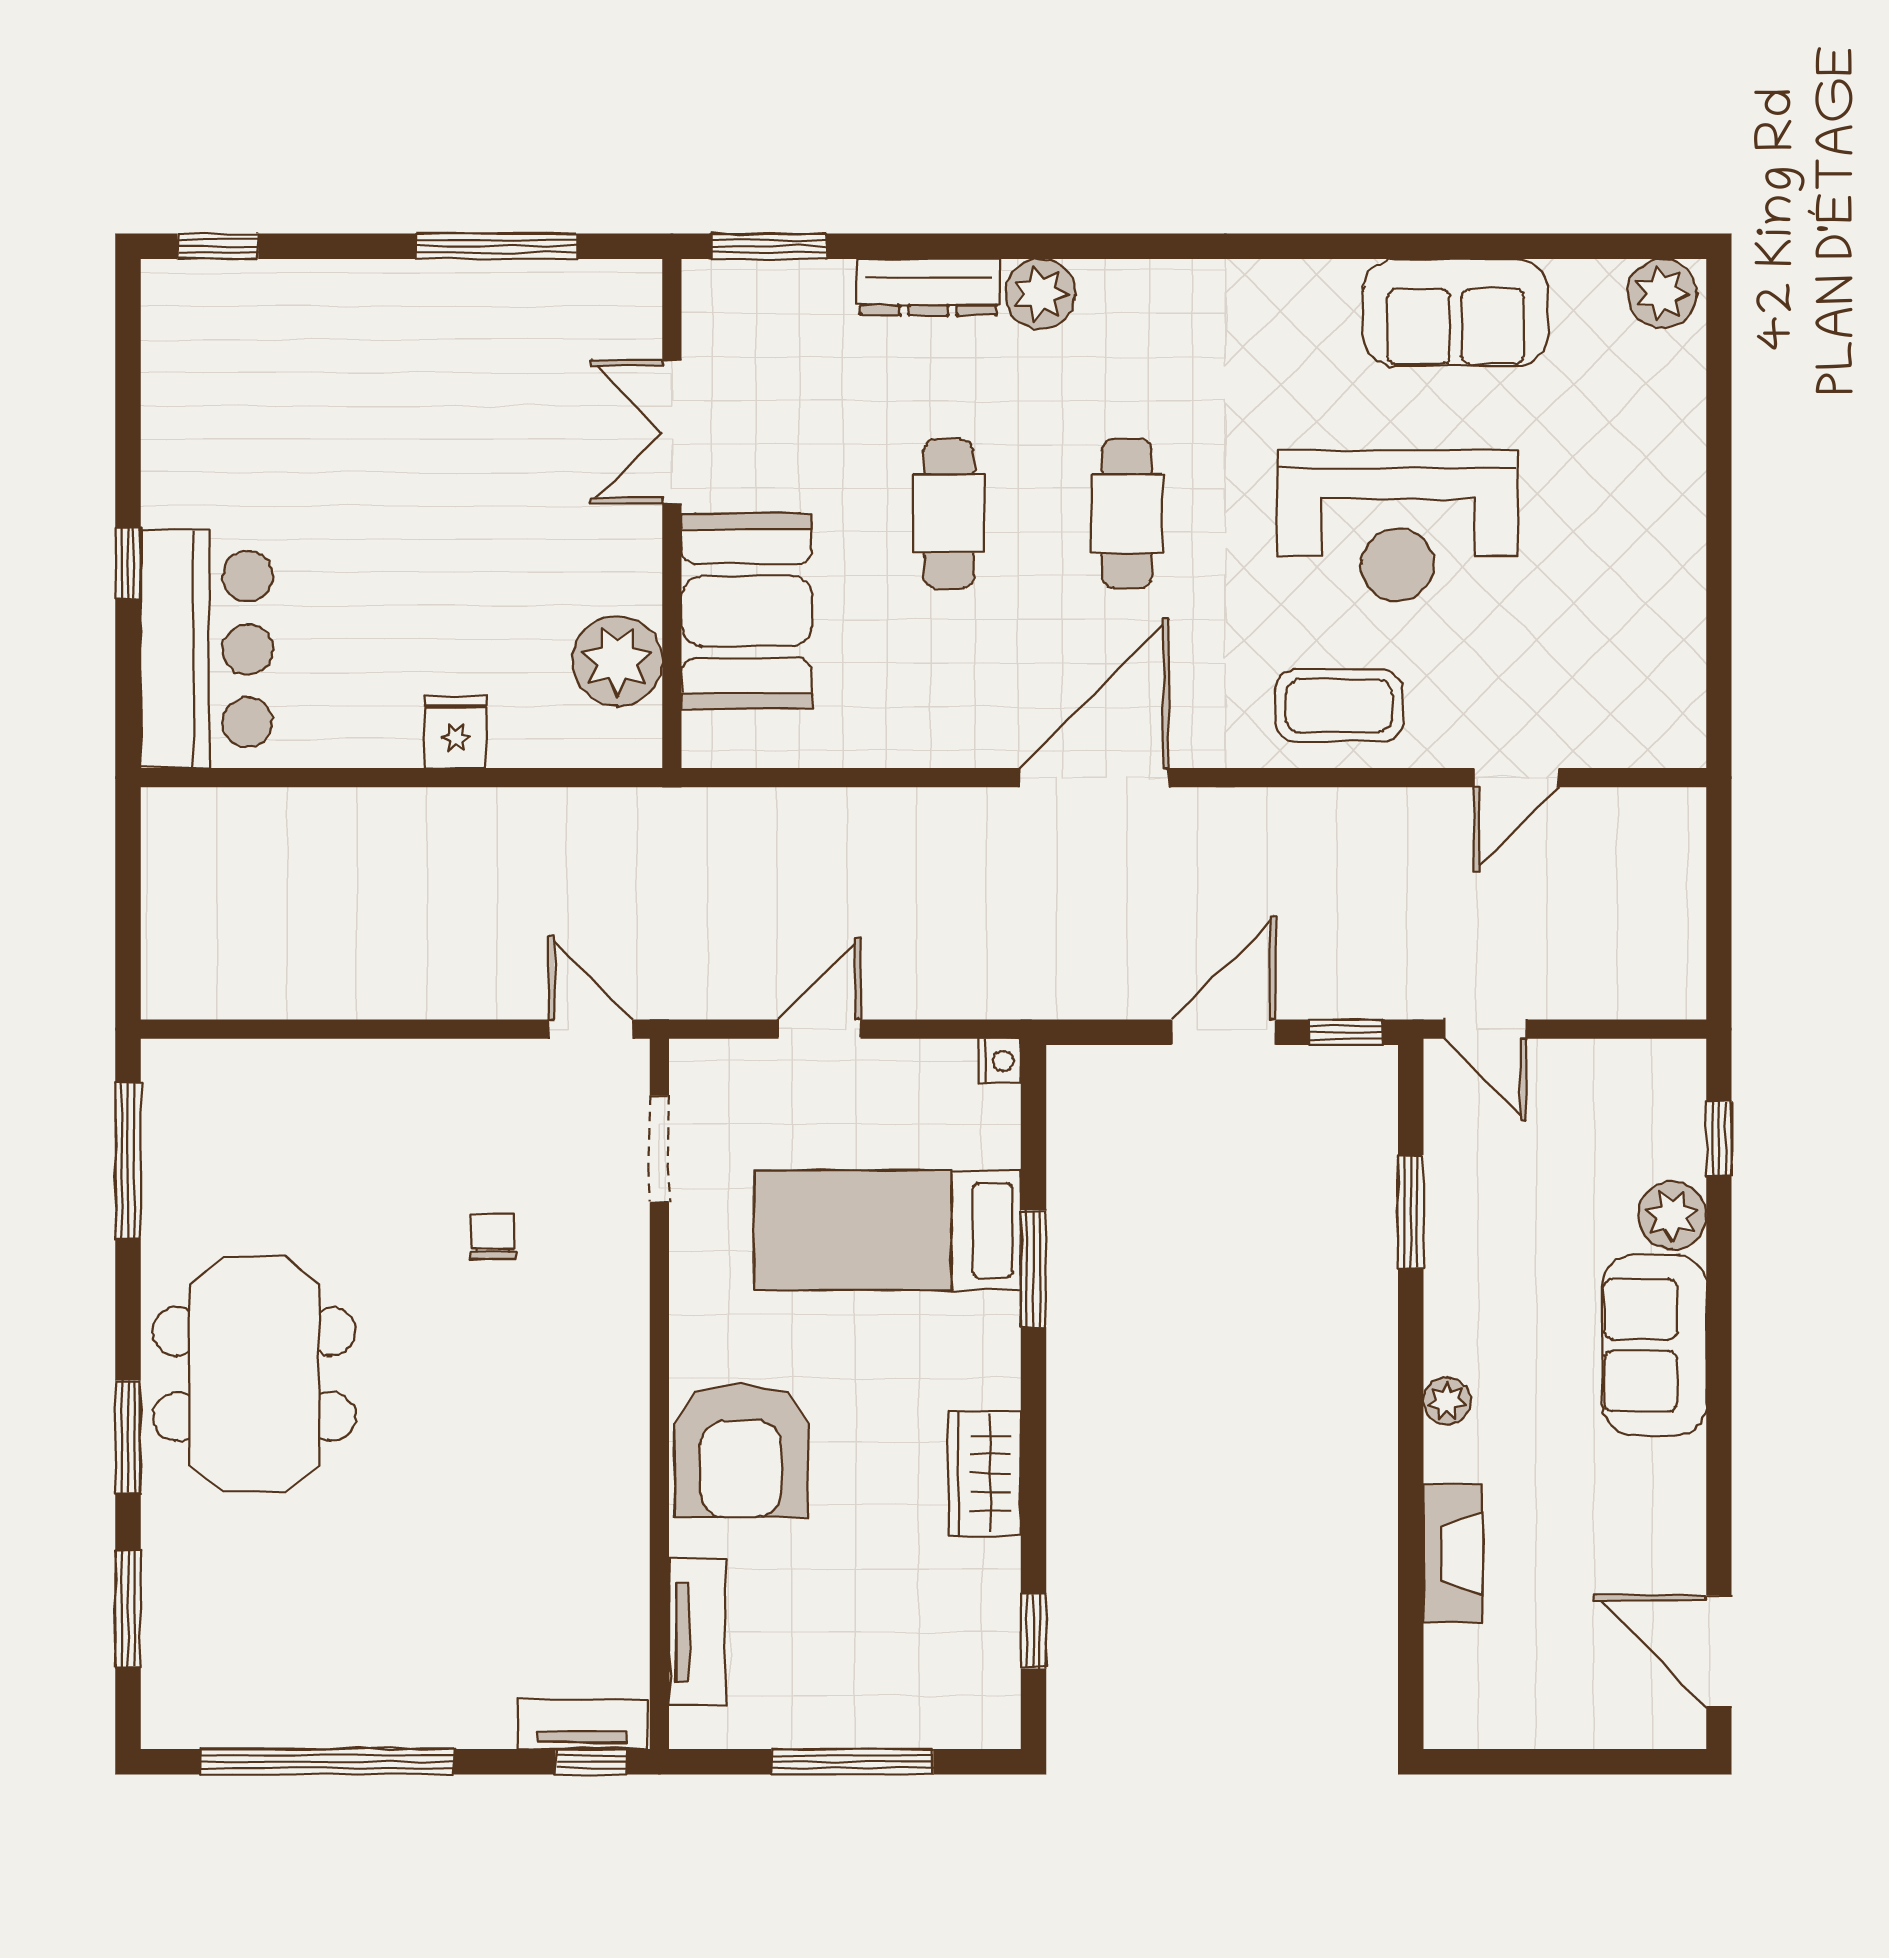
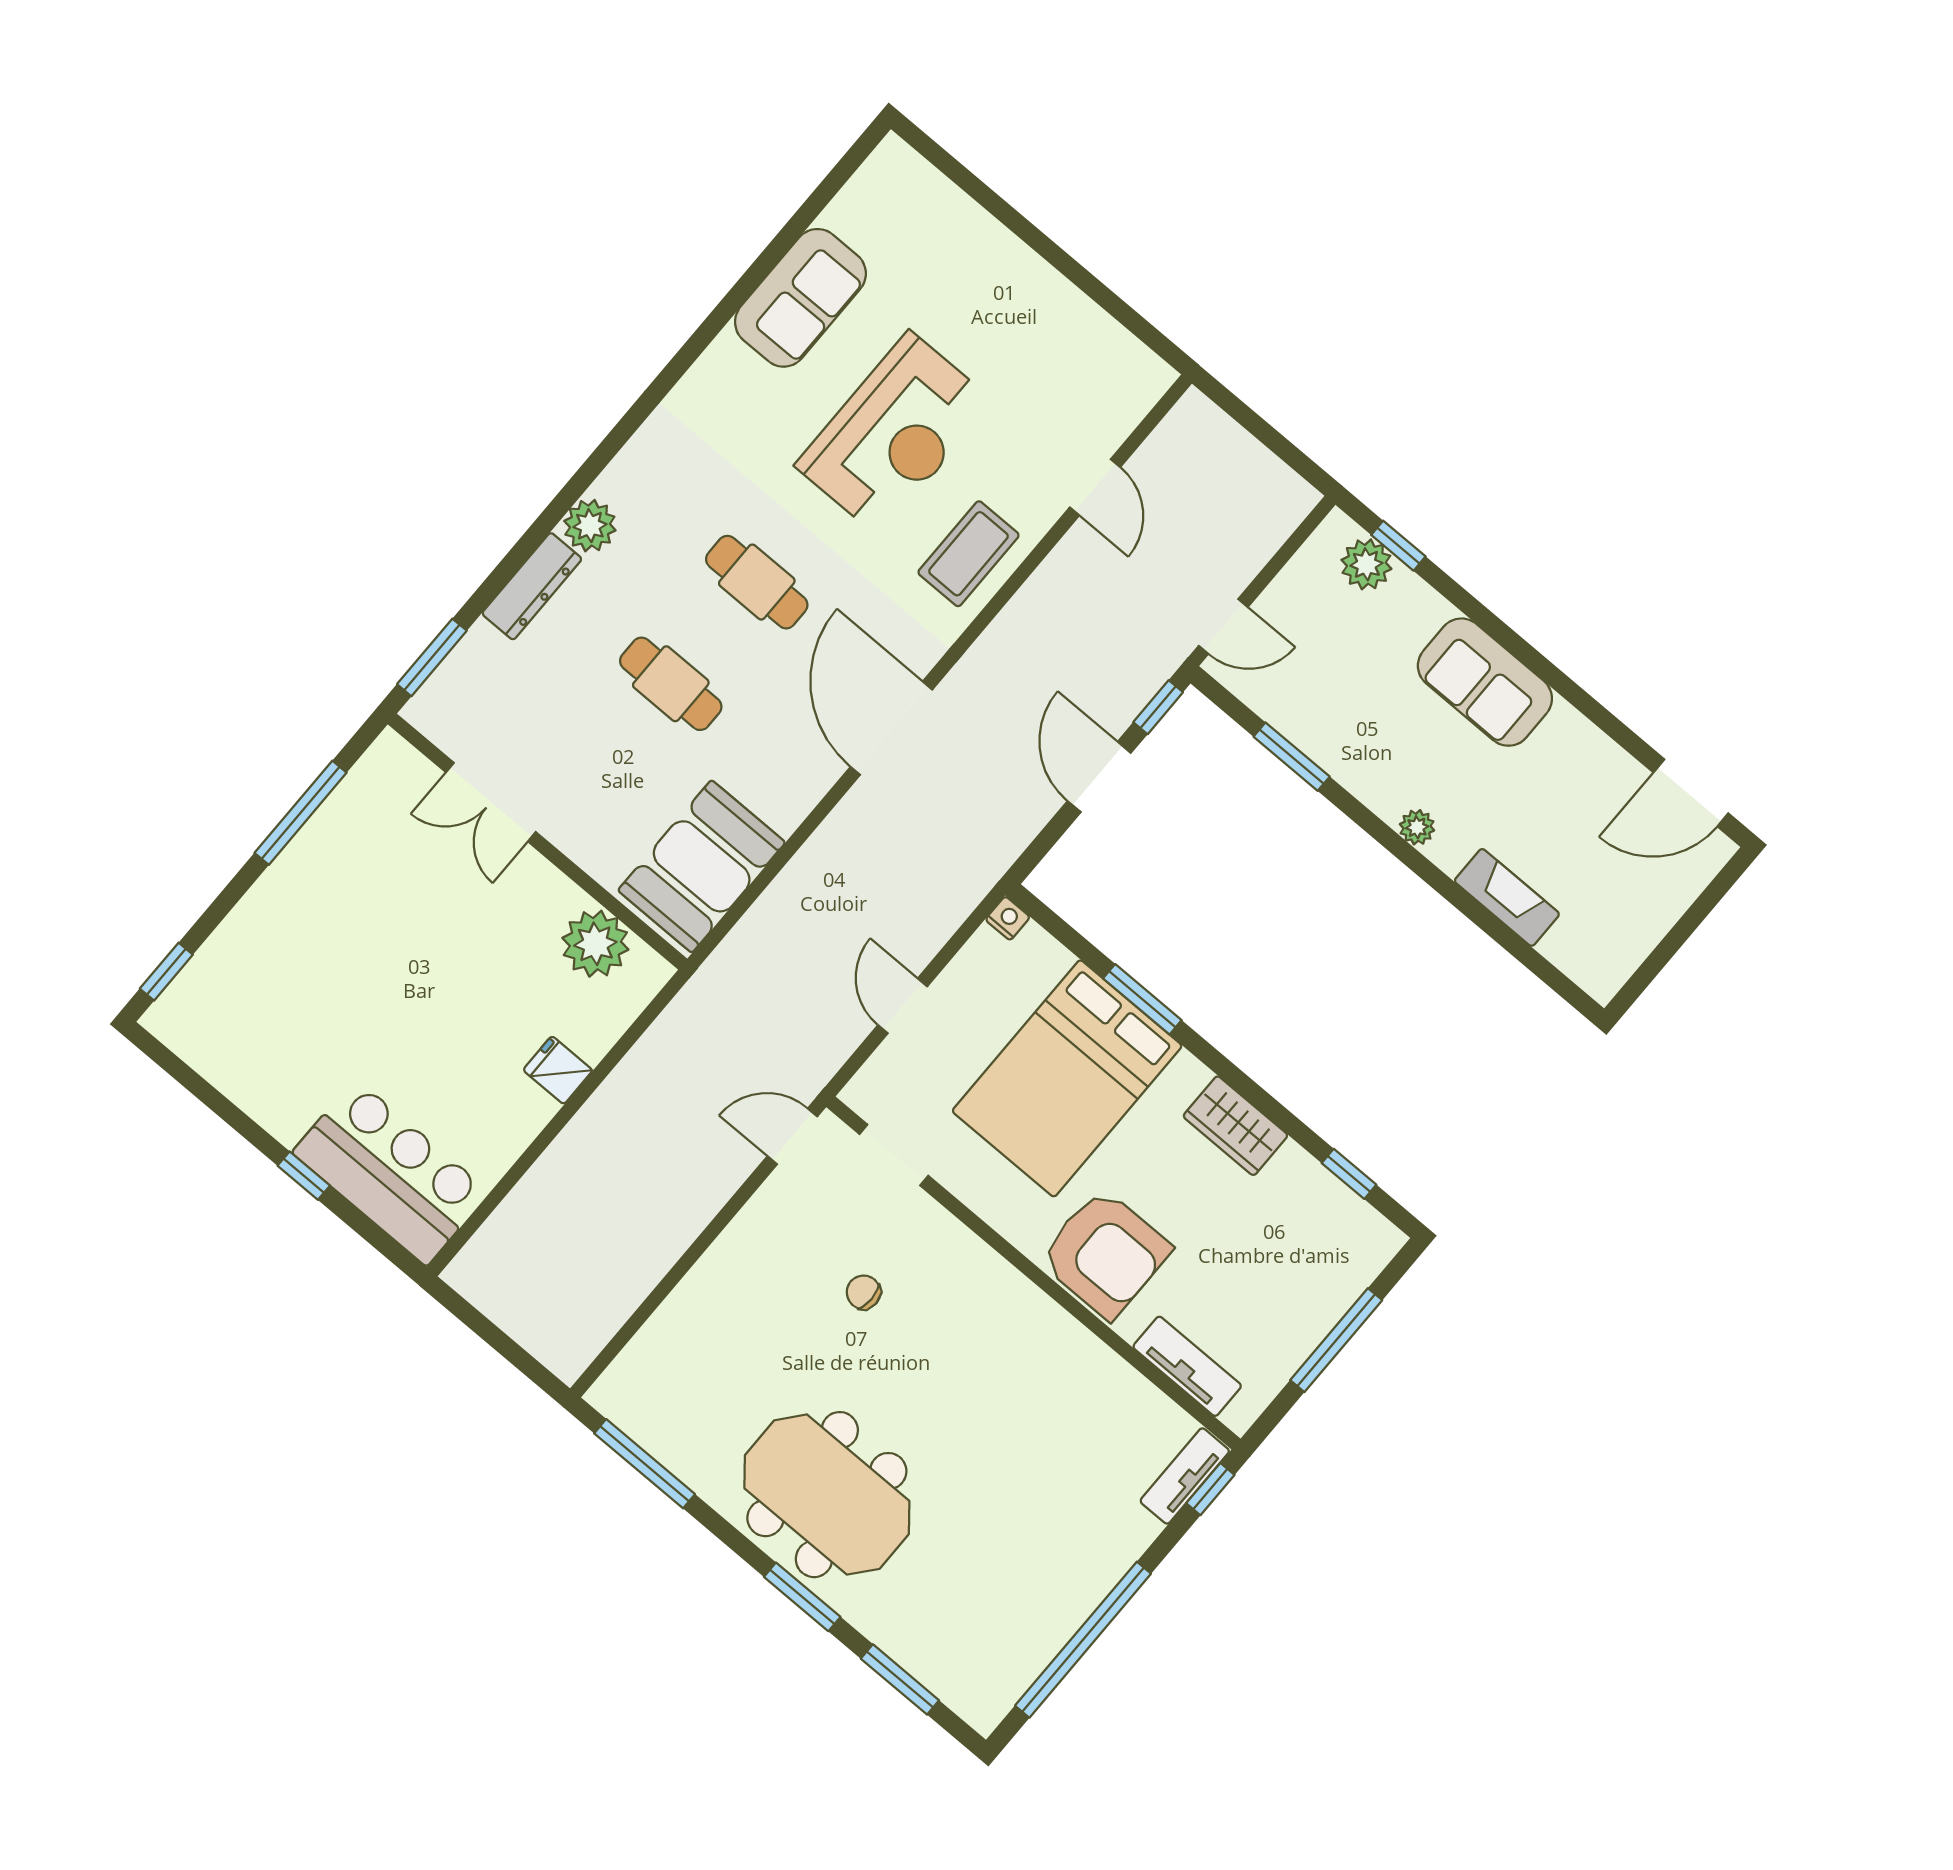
plant: (1662, 294) -> (889, 171), removed
booth: (747, 611) -> (702, 866), moved, turned 90
plant: (1672, 1216) -> (1366, 564), moved
bed: (887, 1230) -> (1067, 1078), width x1.50

